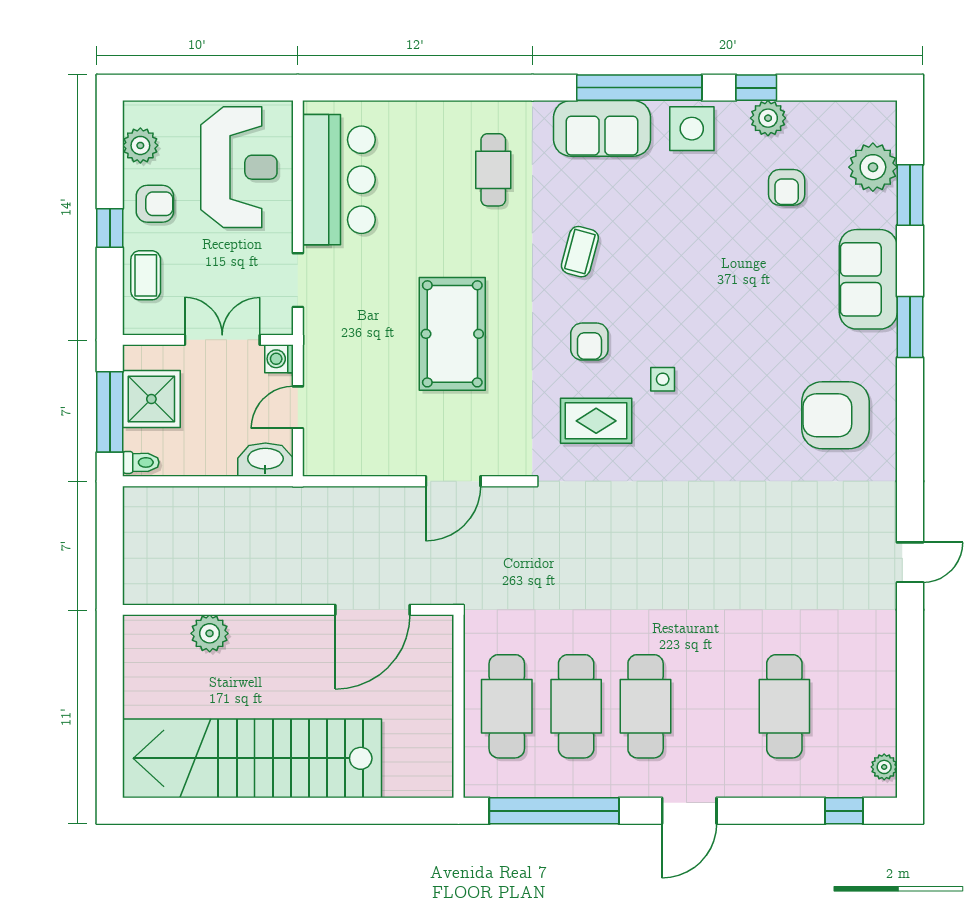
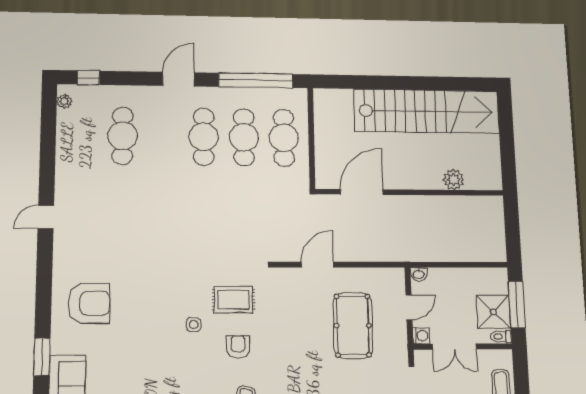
pool table: (452, 334) -> (353, 326), moved
washbasin: (265, 460) -> (419, 274), width x0.52, depth x0.69
toilet: (141, 462) -> (501, 337), moved

